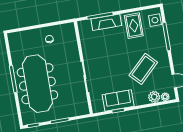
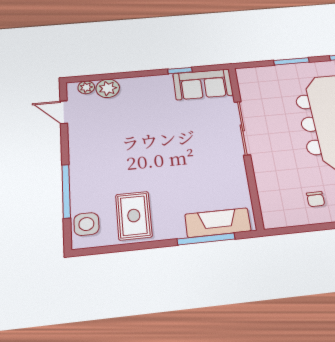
fireplace: (106, 22) -> (218, 223), moved
coffee table: (143, 69) -> (123, 136), removed
sofa: (118, 100) -> (203, 84), moved

